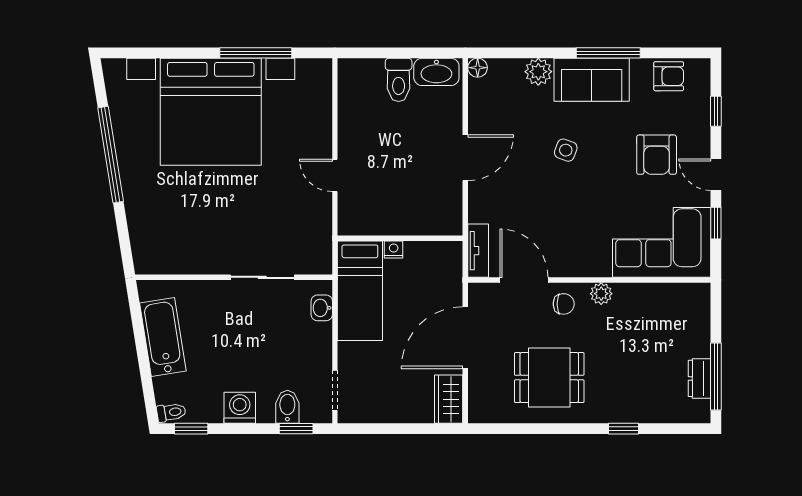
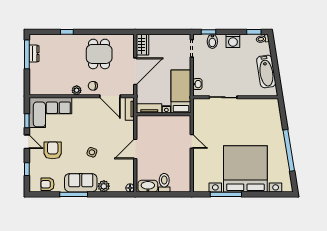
tv unit: (433, 252) -> (149, 108), added
dining table: (549, 378) -> (99, 54), turned 90

